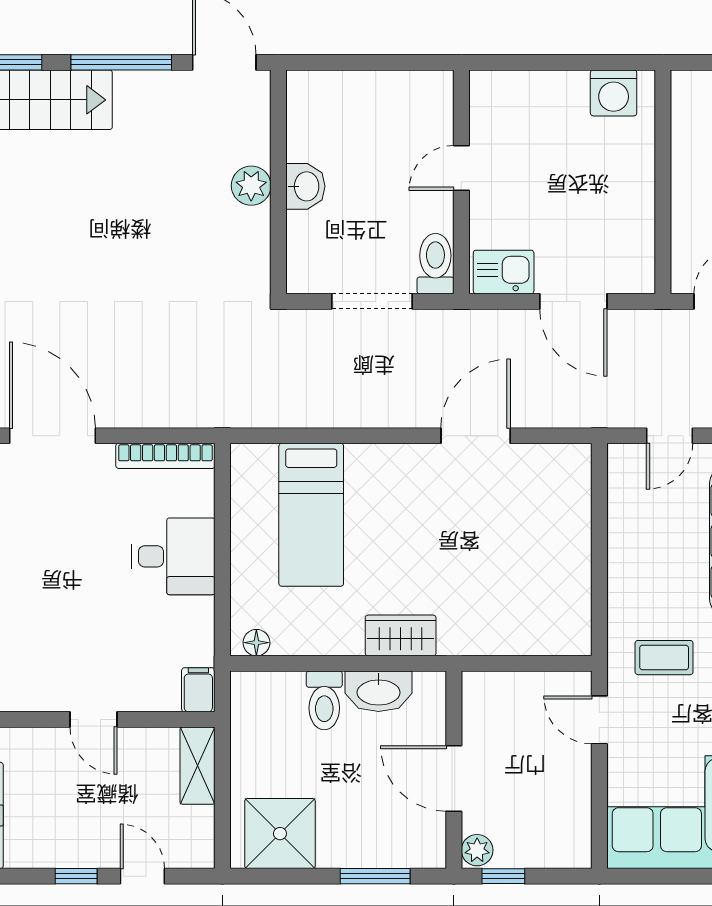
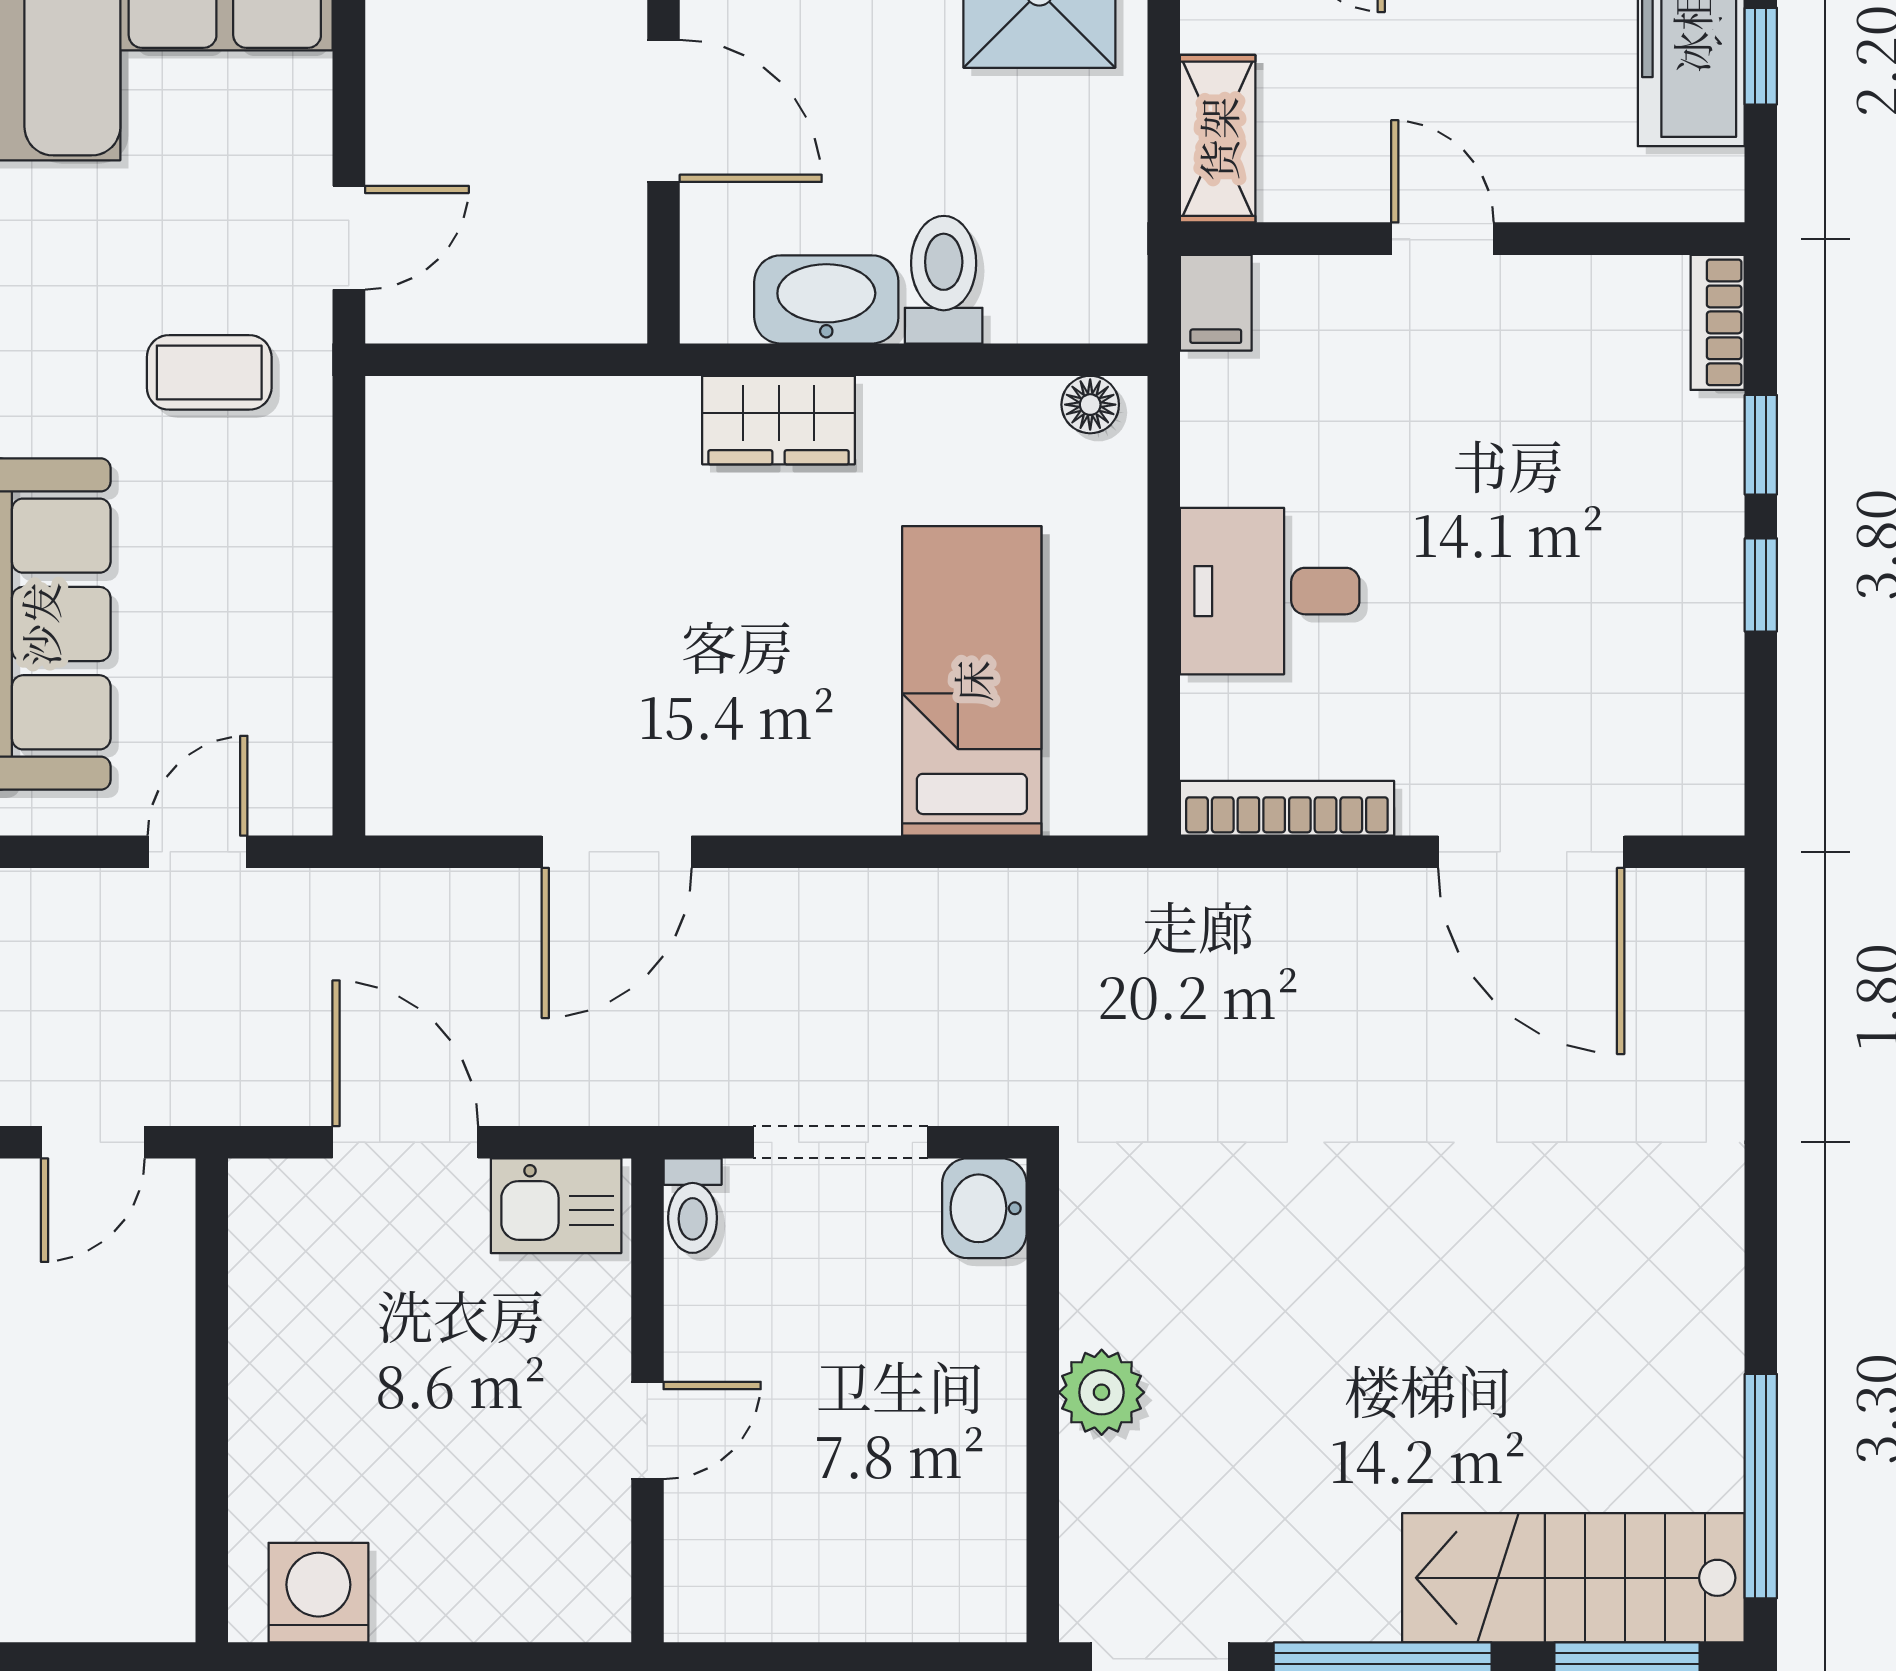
washbasin: (305, 186) -> (984, 1208), moved
toilet: (435, 264) -> (693, 1206), width x0.73, depth x0.72
door: (599, 720) -> (349, 238), hinge flipped

